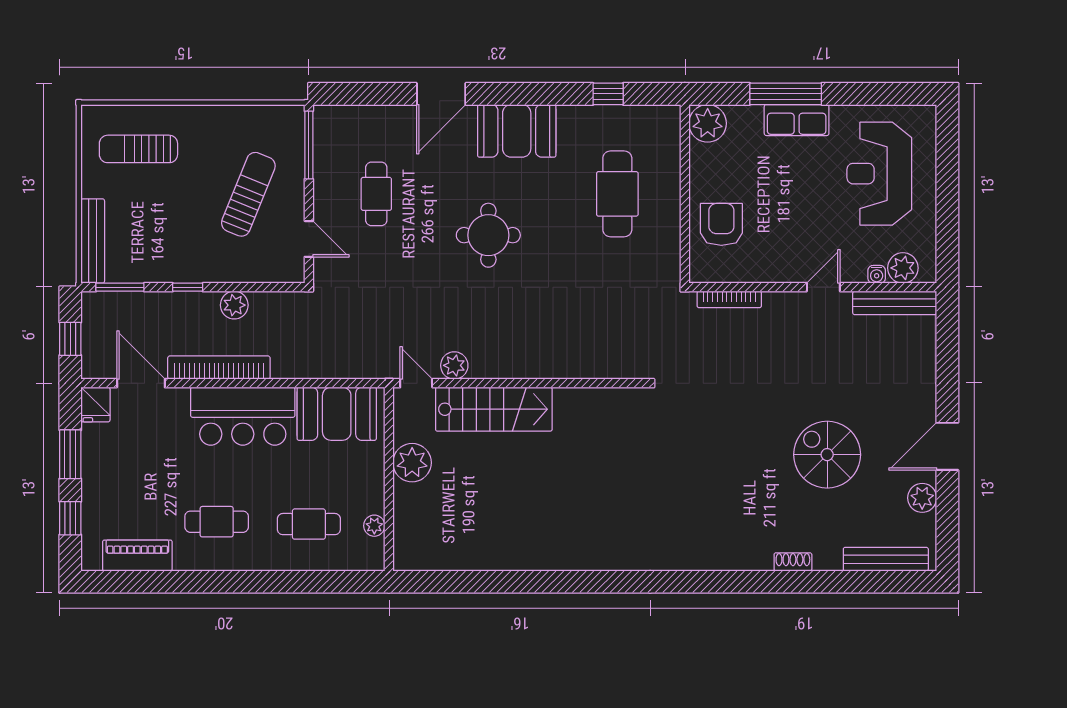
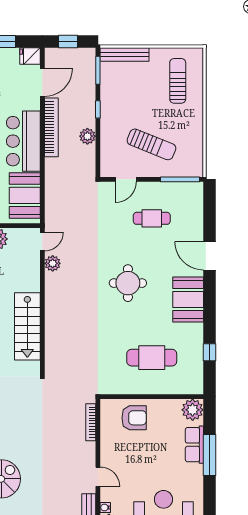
row of seats: (797, 120) -> (194, 445), moved
stairs: (494, 409) -> (27, 326), moved

